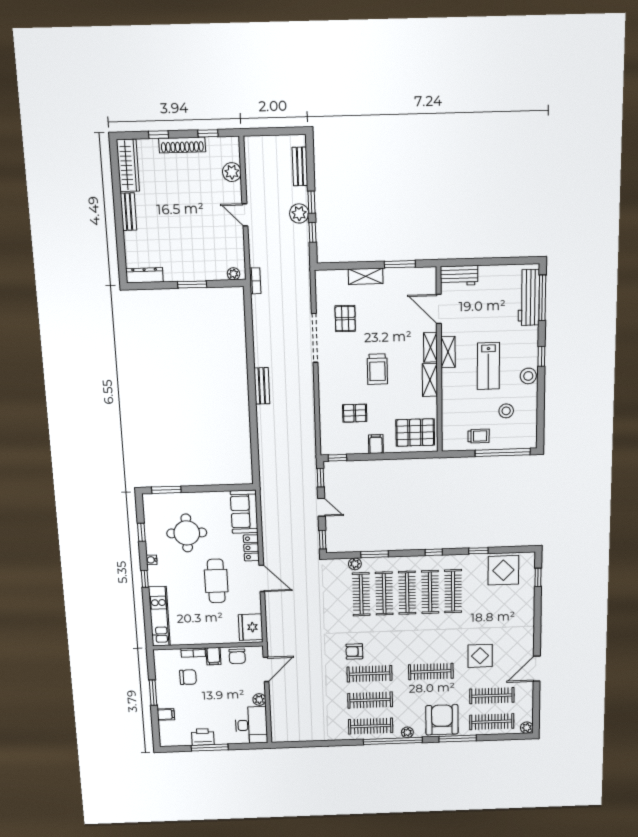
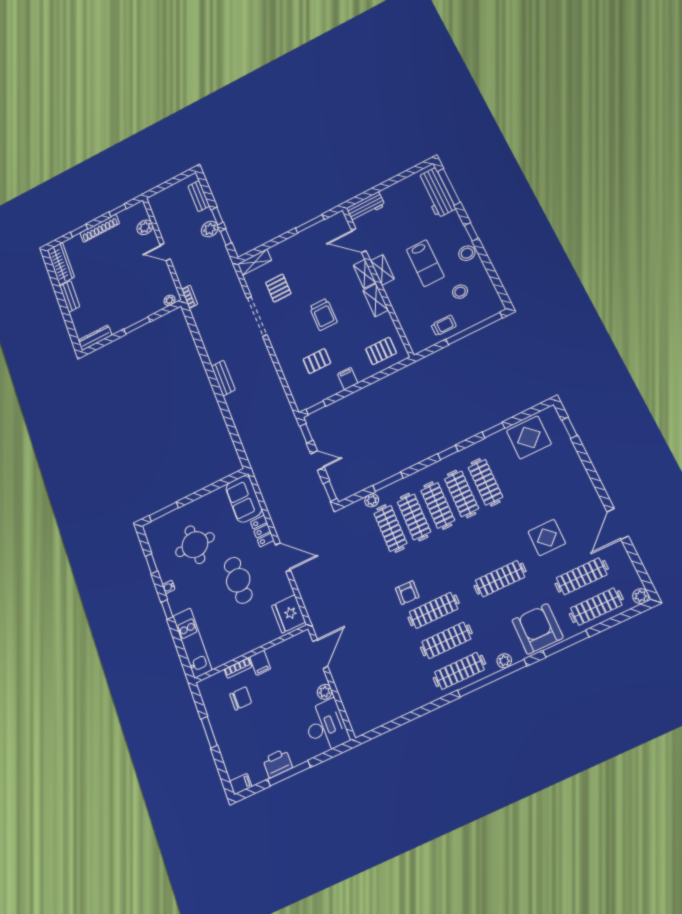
shelving: (366, 276) -> (255, 262), moved
pallet: (415, 433) -> (381, 351), width x0.67, depth x0.71
armchair: (354, 651) -> (407, 593), turned -88
chair: (237, 656) -> (285, 652), removed
filing cabinet: (166, 714) -> (241, 784), moved

